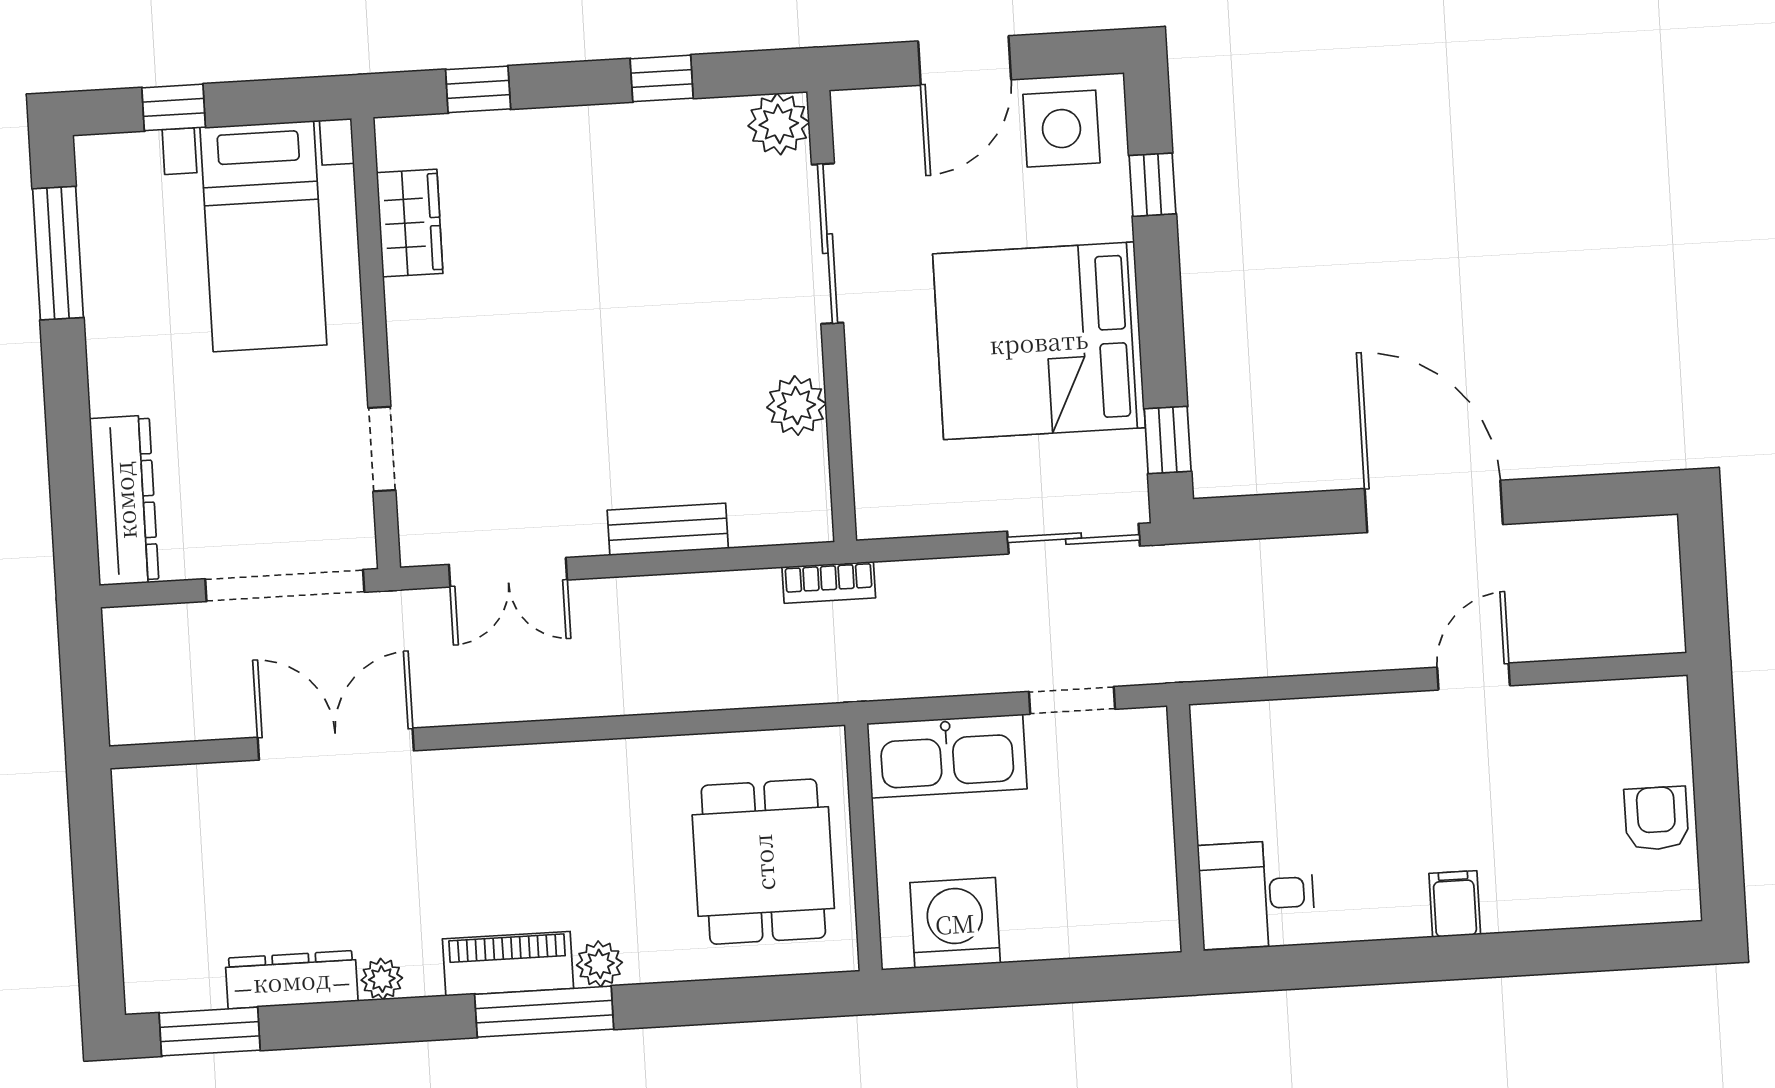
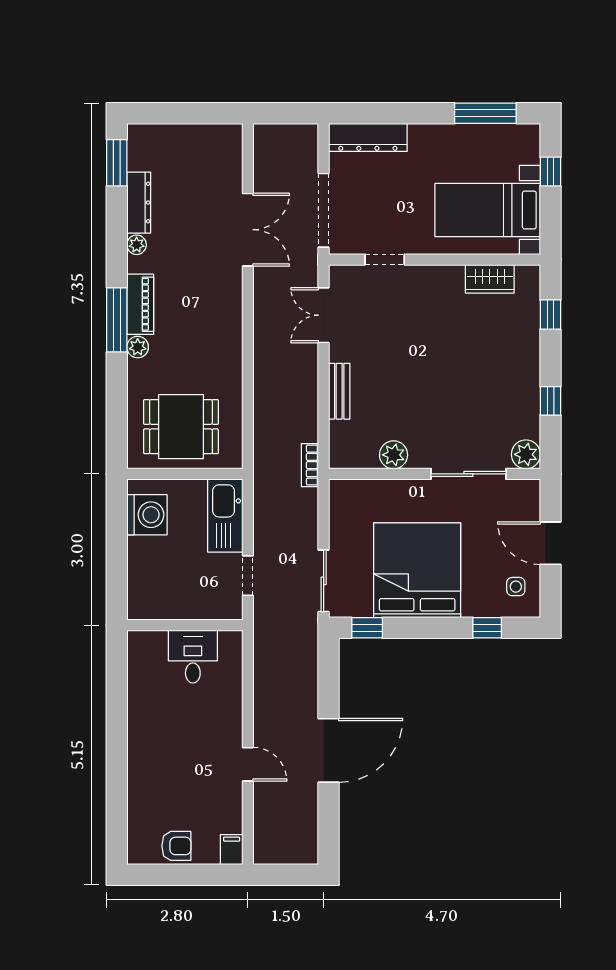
side table: (1061, 129) -> (516, 587), width x0.54, depth x0.54
desk: (1257, 894) -> (193, 657), moved
filing cabinet: (1455, 904) -> (232, 850), moved, turned -90

